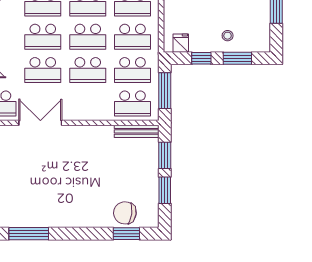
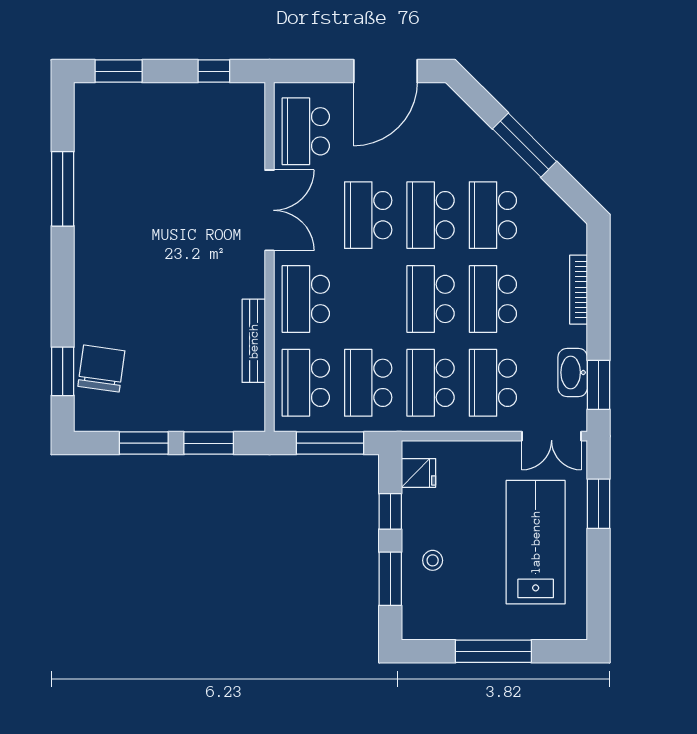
school desk: (88, 70) -> (306, 299), moved
bench: (137, 131) -> (254, 341), moved

